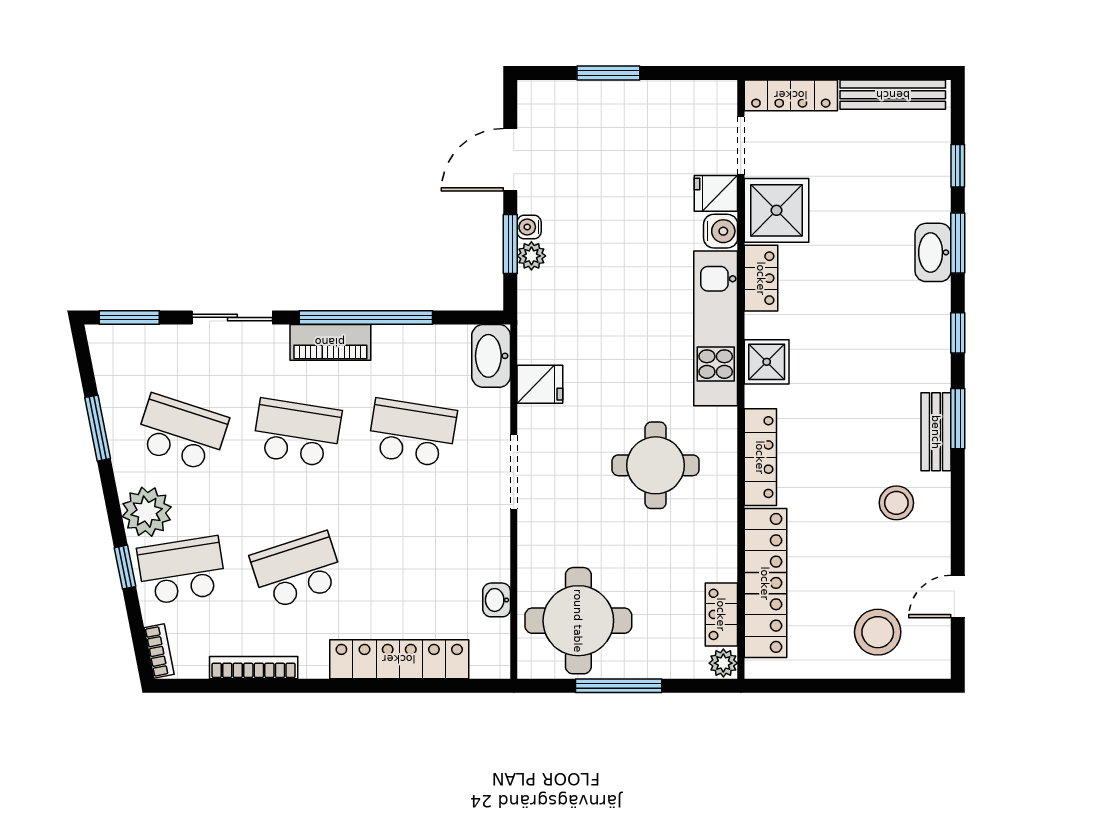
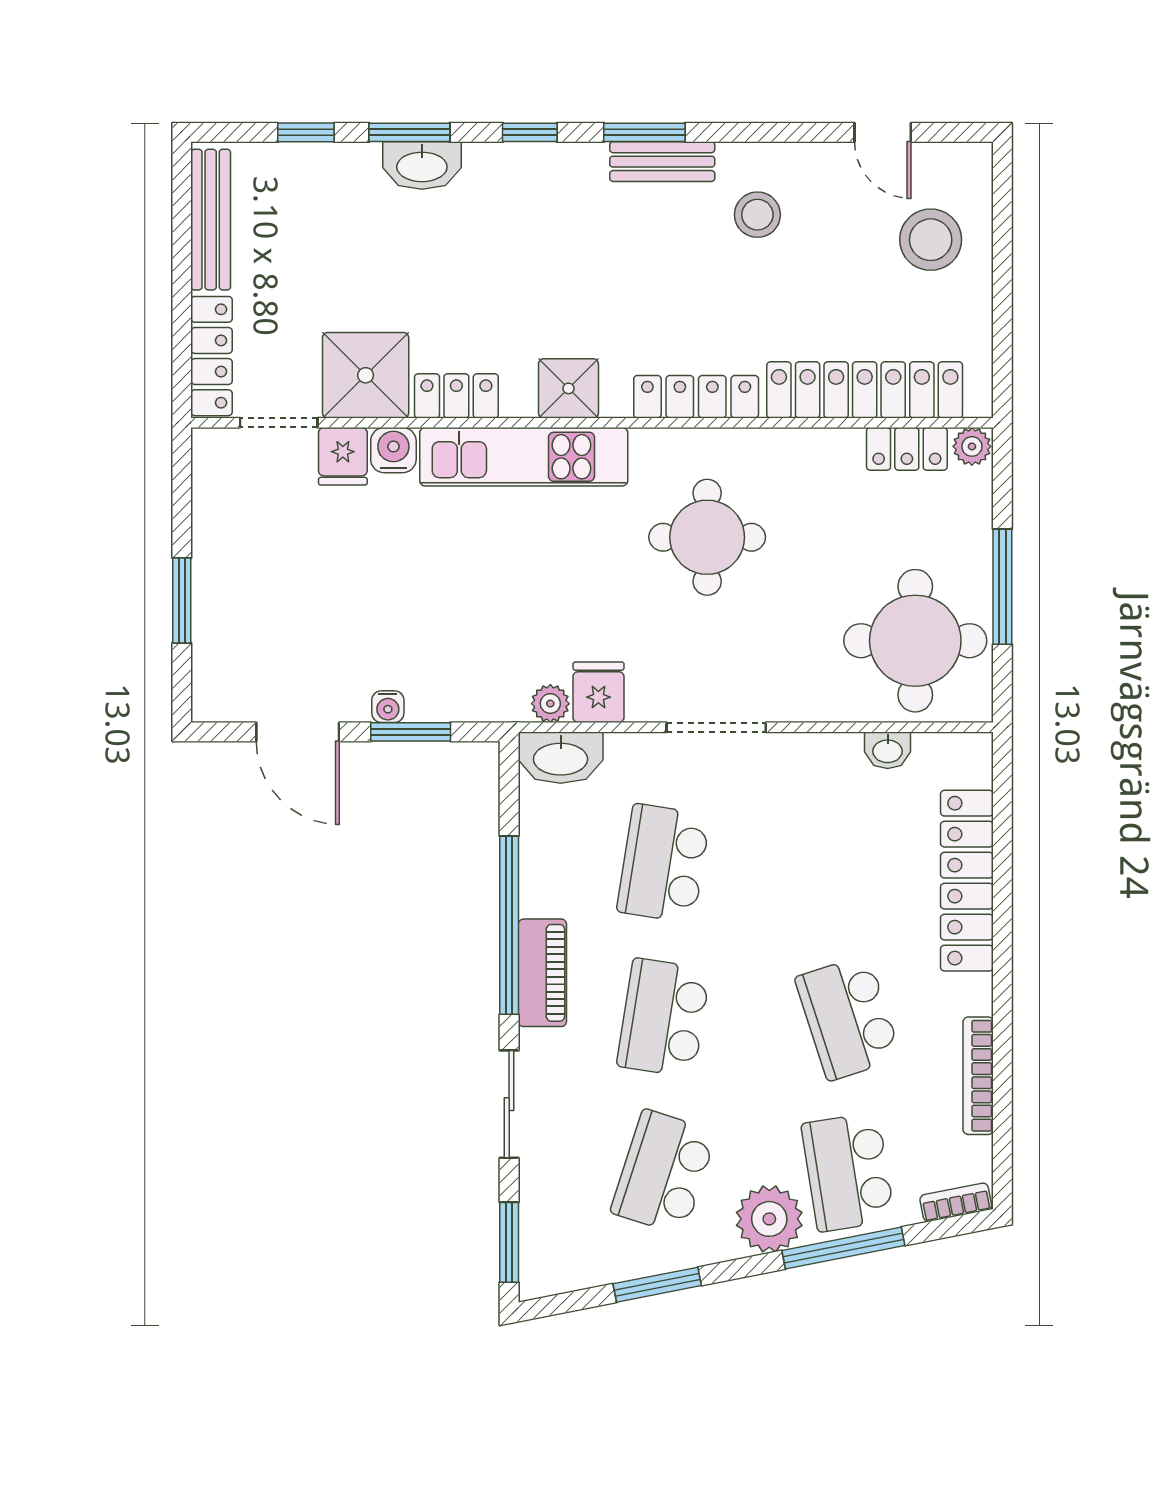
plant: (531, 256) -> (550, 704), moved
window: (125, 567) -> (843, 1248), width x2.17

